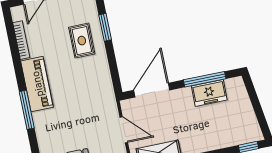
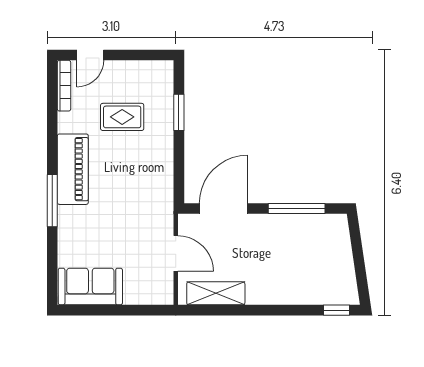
bookcase: (21, 40) -> (64, 86), moved
rug: (82, 41) -> (122, 117), moved, turned 90
freezer: (209, 93) -> (299, 228), removed

